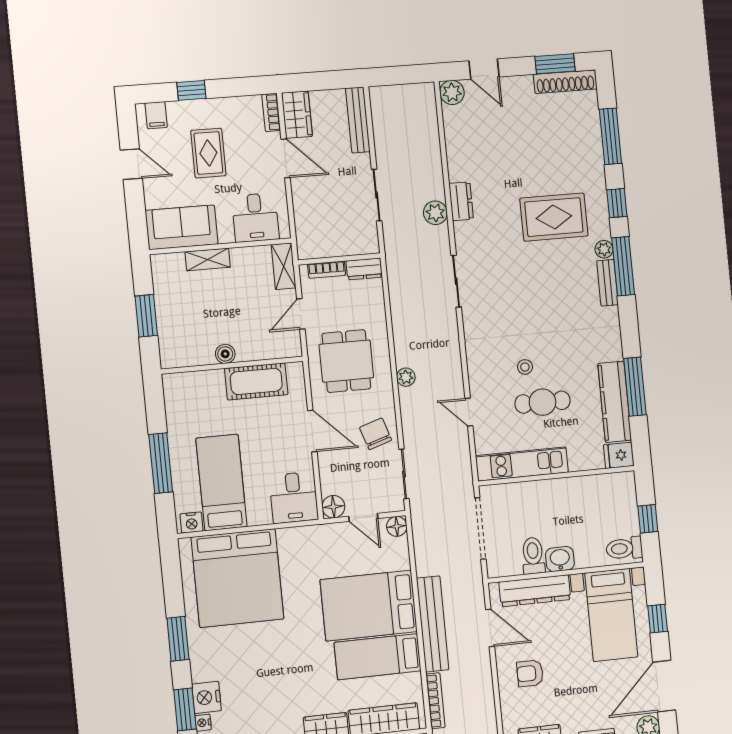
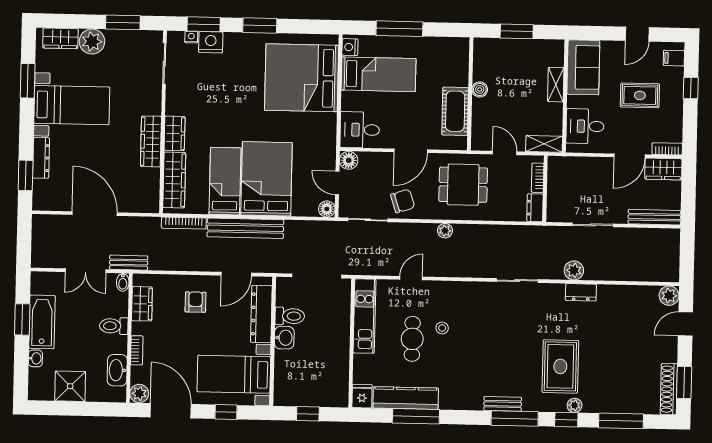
plant: (604, 249) -> (575, 405), moved
door: (363, 517) -> (337, 183), hinge flipped
toilet: (624, 548) -> (286, 391), removed

